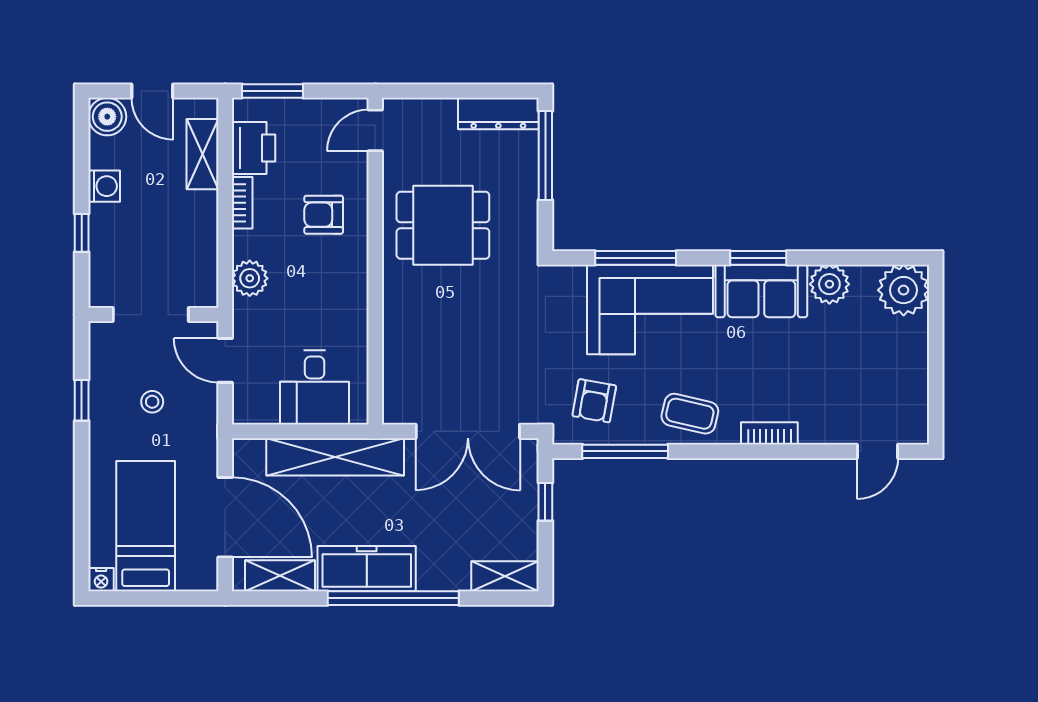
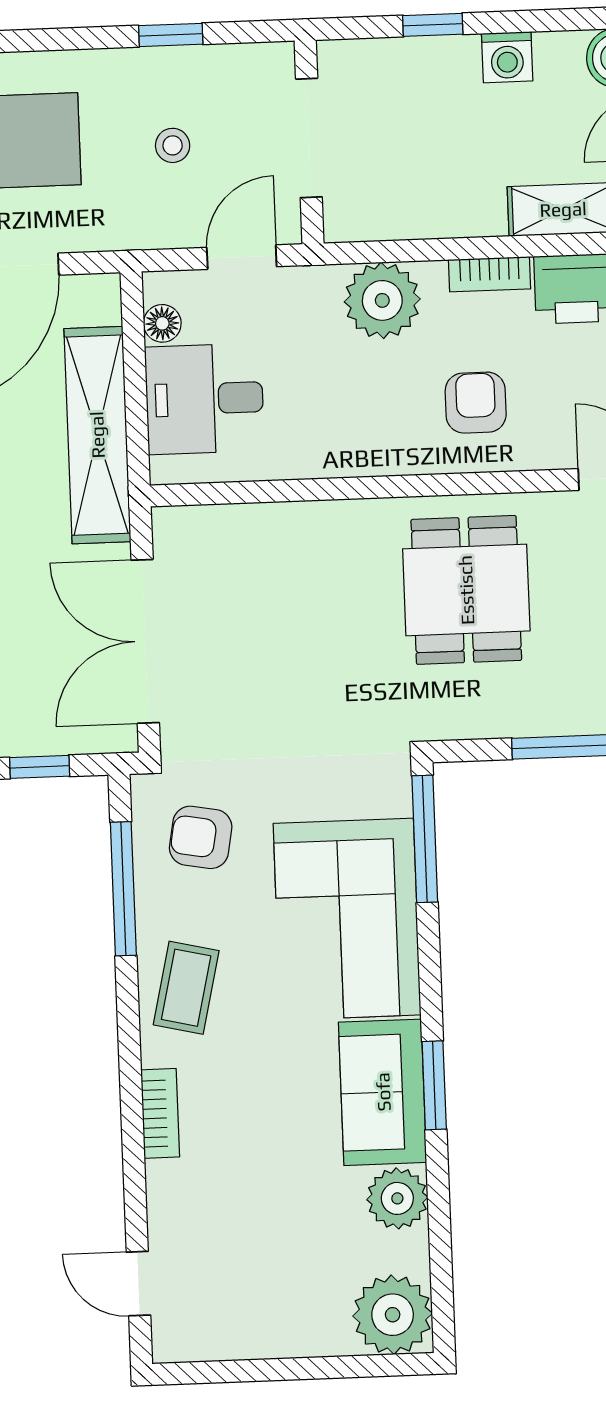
window: (636, 258) -> (425, 839), moved
plant: (250, 278) -> (382, 300), width x1.36, depth x1.36
floor lamp: (265, 413) -> (162, 323), added

